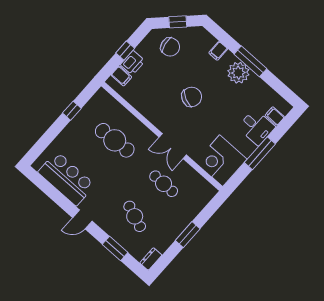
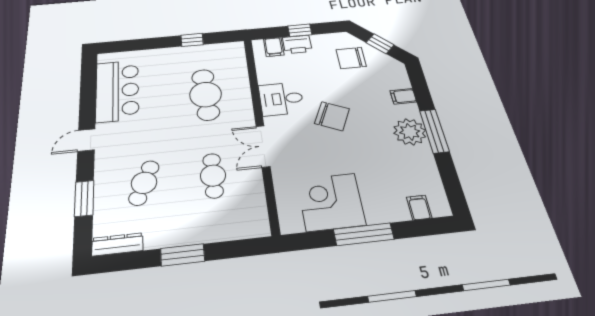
chair: (170, 47) -> (351, 58), turned 100
desk: (256, 127) -> (281, 99), moved, turned 90
corner desk: (221, 161) -> (331, 202), moved
door: (82, 219) -> (86, 140), hinge flipped
dresser: (151, 259) -> (117, 244), width x1.44

